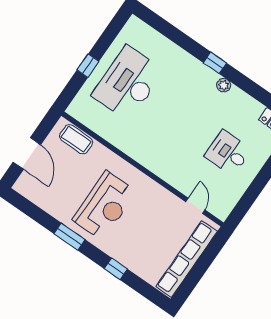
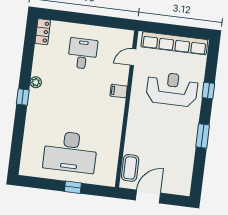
door: (27, 153) -> (148, 197), moved
desk: (228, 153) -> (83, 54), turned 180
filing cabinet: (167, 171) -> (119, 91), added
reception desk: (105, 206) -> (172, 89), moved

